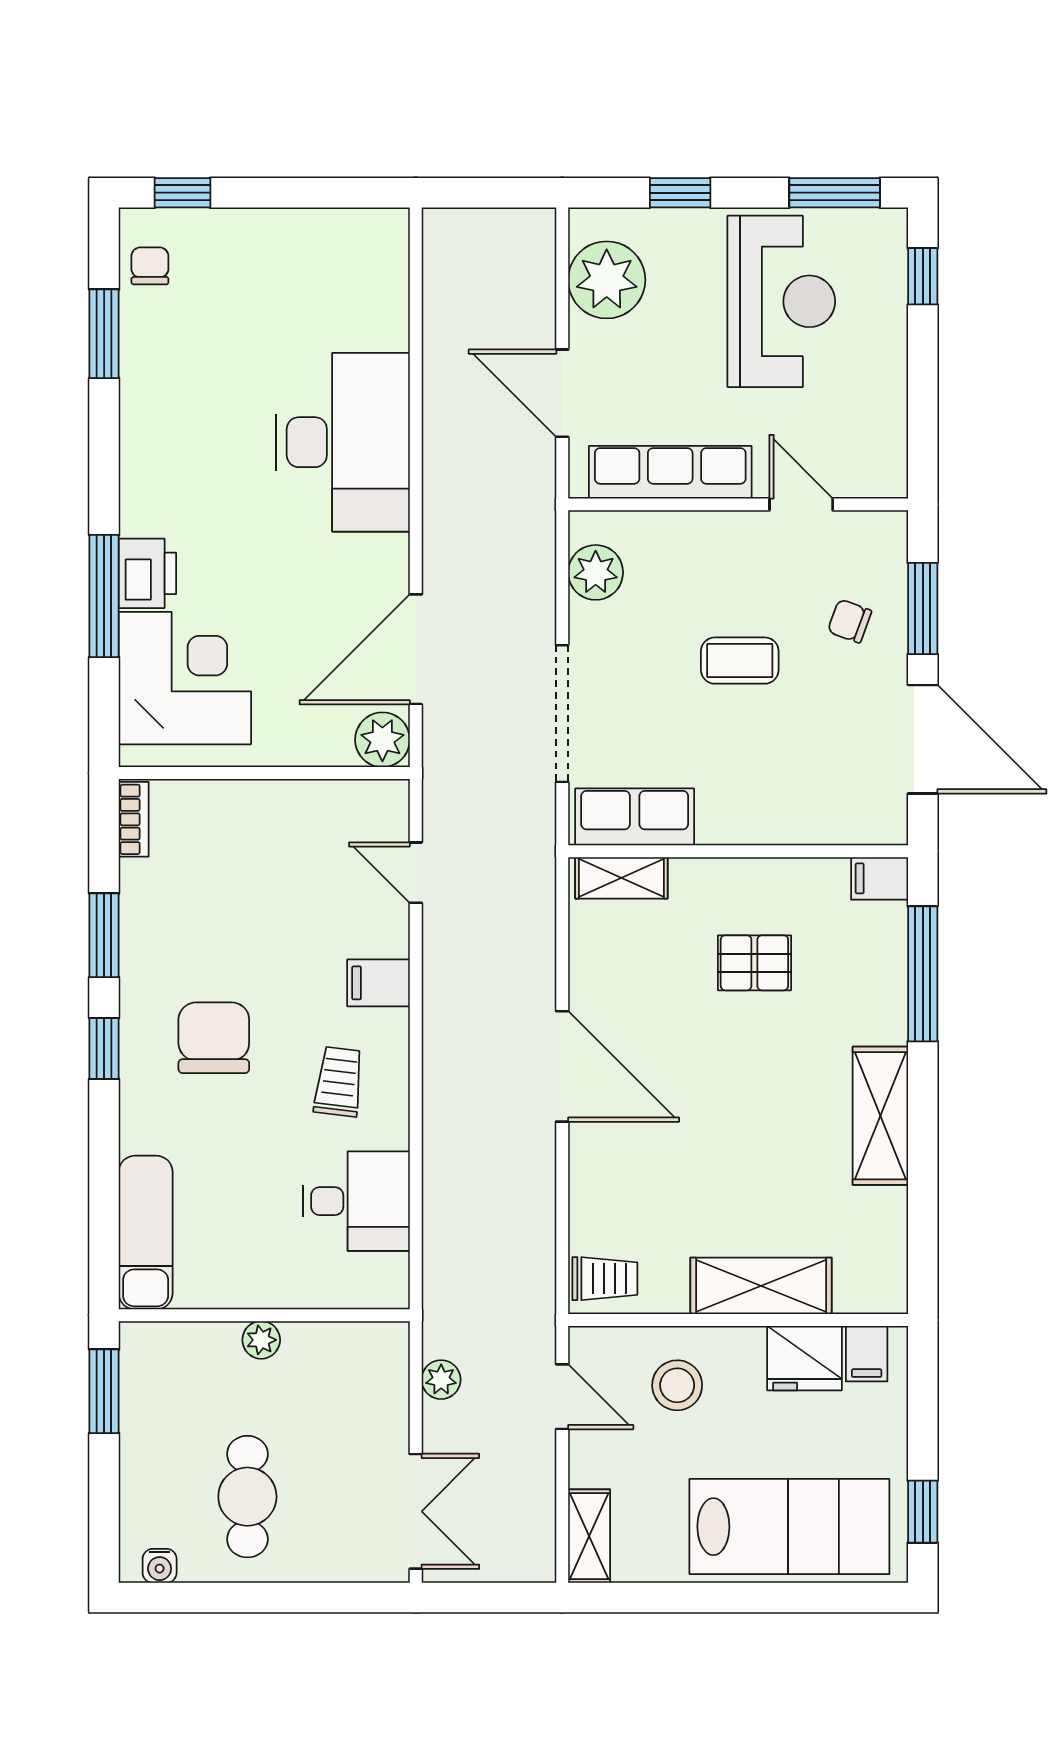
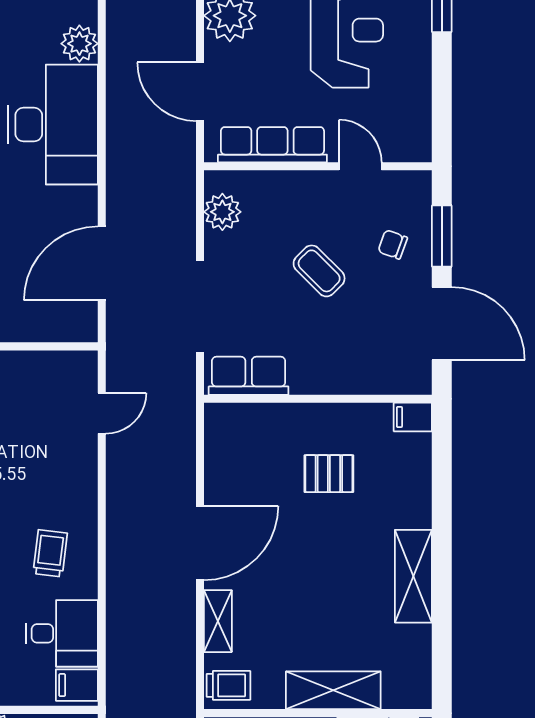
coffee table: (740, 661) -> (319, 271), turned 45
plant: (382, 740) -> (79, 44), moved
door: (416, 873) -> (102, 413), swing flipped
shelving: (621, 878) -> (218, 621), moved, turned 90
window: (923, 974) -> (442, 481), removed
filing cabinet: (378, 983) -> (77, 685), moved
door: (562, 1066) -> (200, 543), hinge flipped

